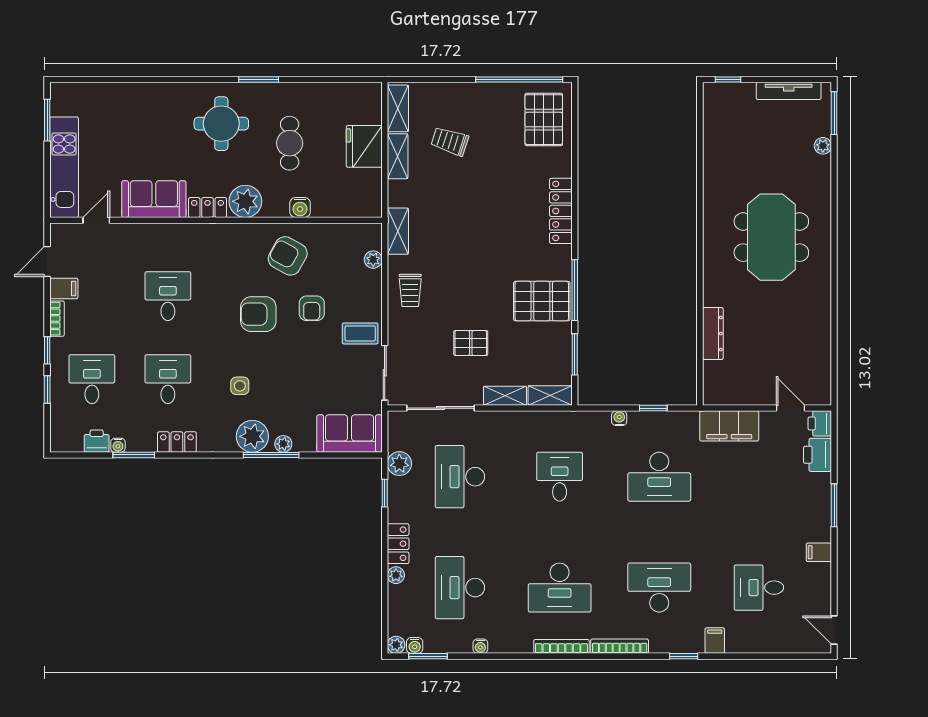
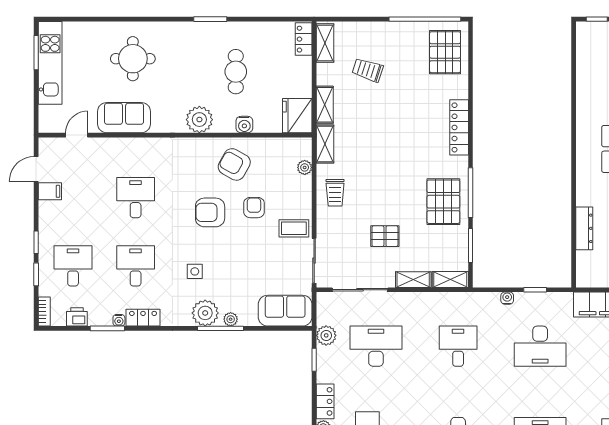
round table: (221, 124) -> (133, 59), moved
fridge: (364, 146) -> (297, 116), moved
shelving: (398, 156) -> (325, 105), moved
kitchen unit: (64, 167) -> (50, 63), moved
locker: (208, 208) -> (304, 39), moved, turned -90
pallet: (542, 301) -> (443, 202), turned 90
armchair: (312, 308) -> (254, 208), turned 180
bookcase: (57, 319) -> (44, 311), moved
water cooler: (118, 445) -> (119, 320), moved
desk: (460, 477) -> (376, 346), turned 90

